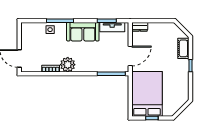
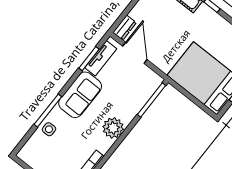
door: (130, 56) -> (135, 53), moved
plant: (68, 65) -> (113, 128), moved

